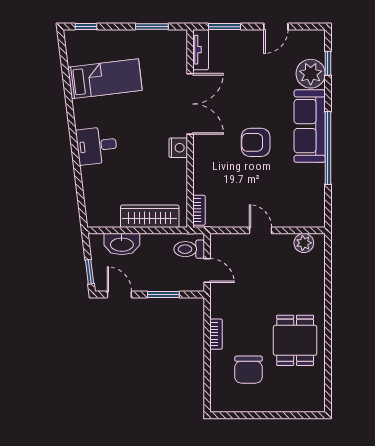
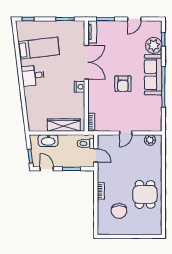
armchair: (256, 142) -> (123, 84), turned -90
desk: (97, 146) -> (33, 76), moved
door: (260, 230) -> (126, 133), swing flipped

